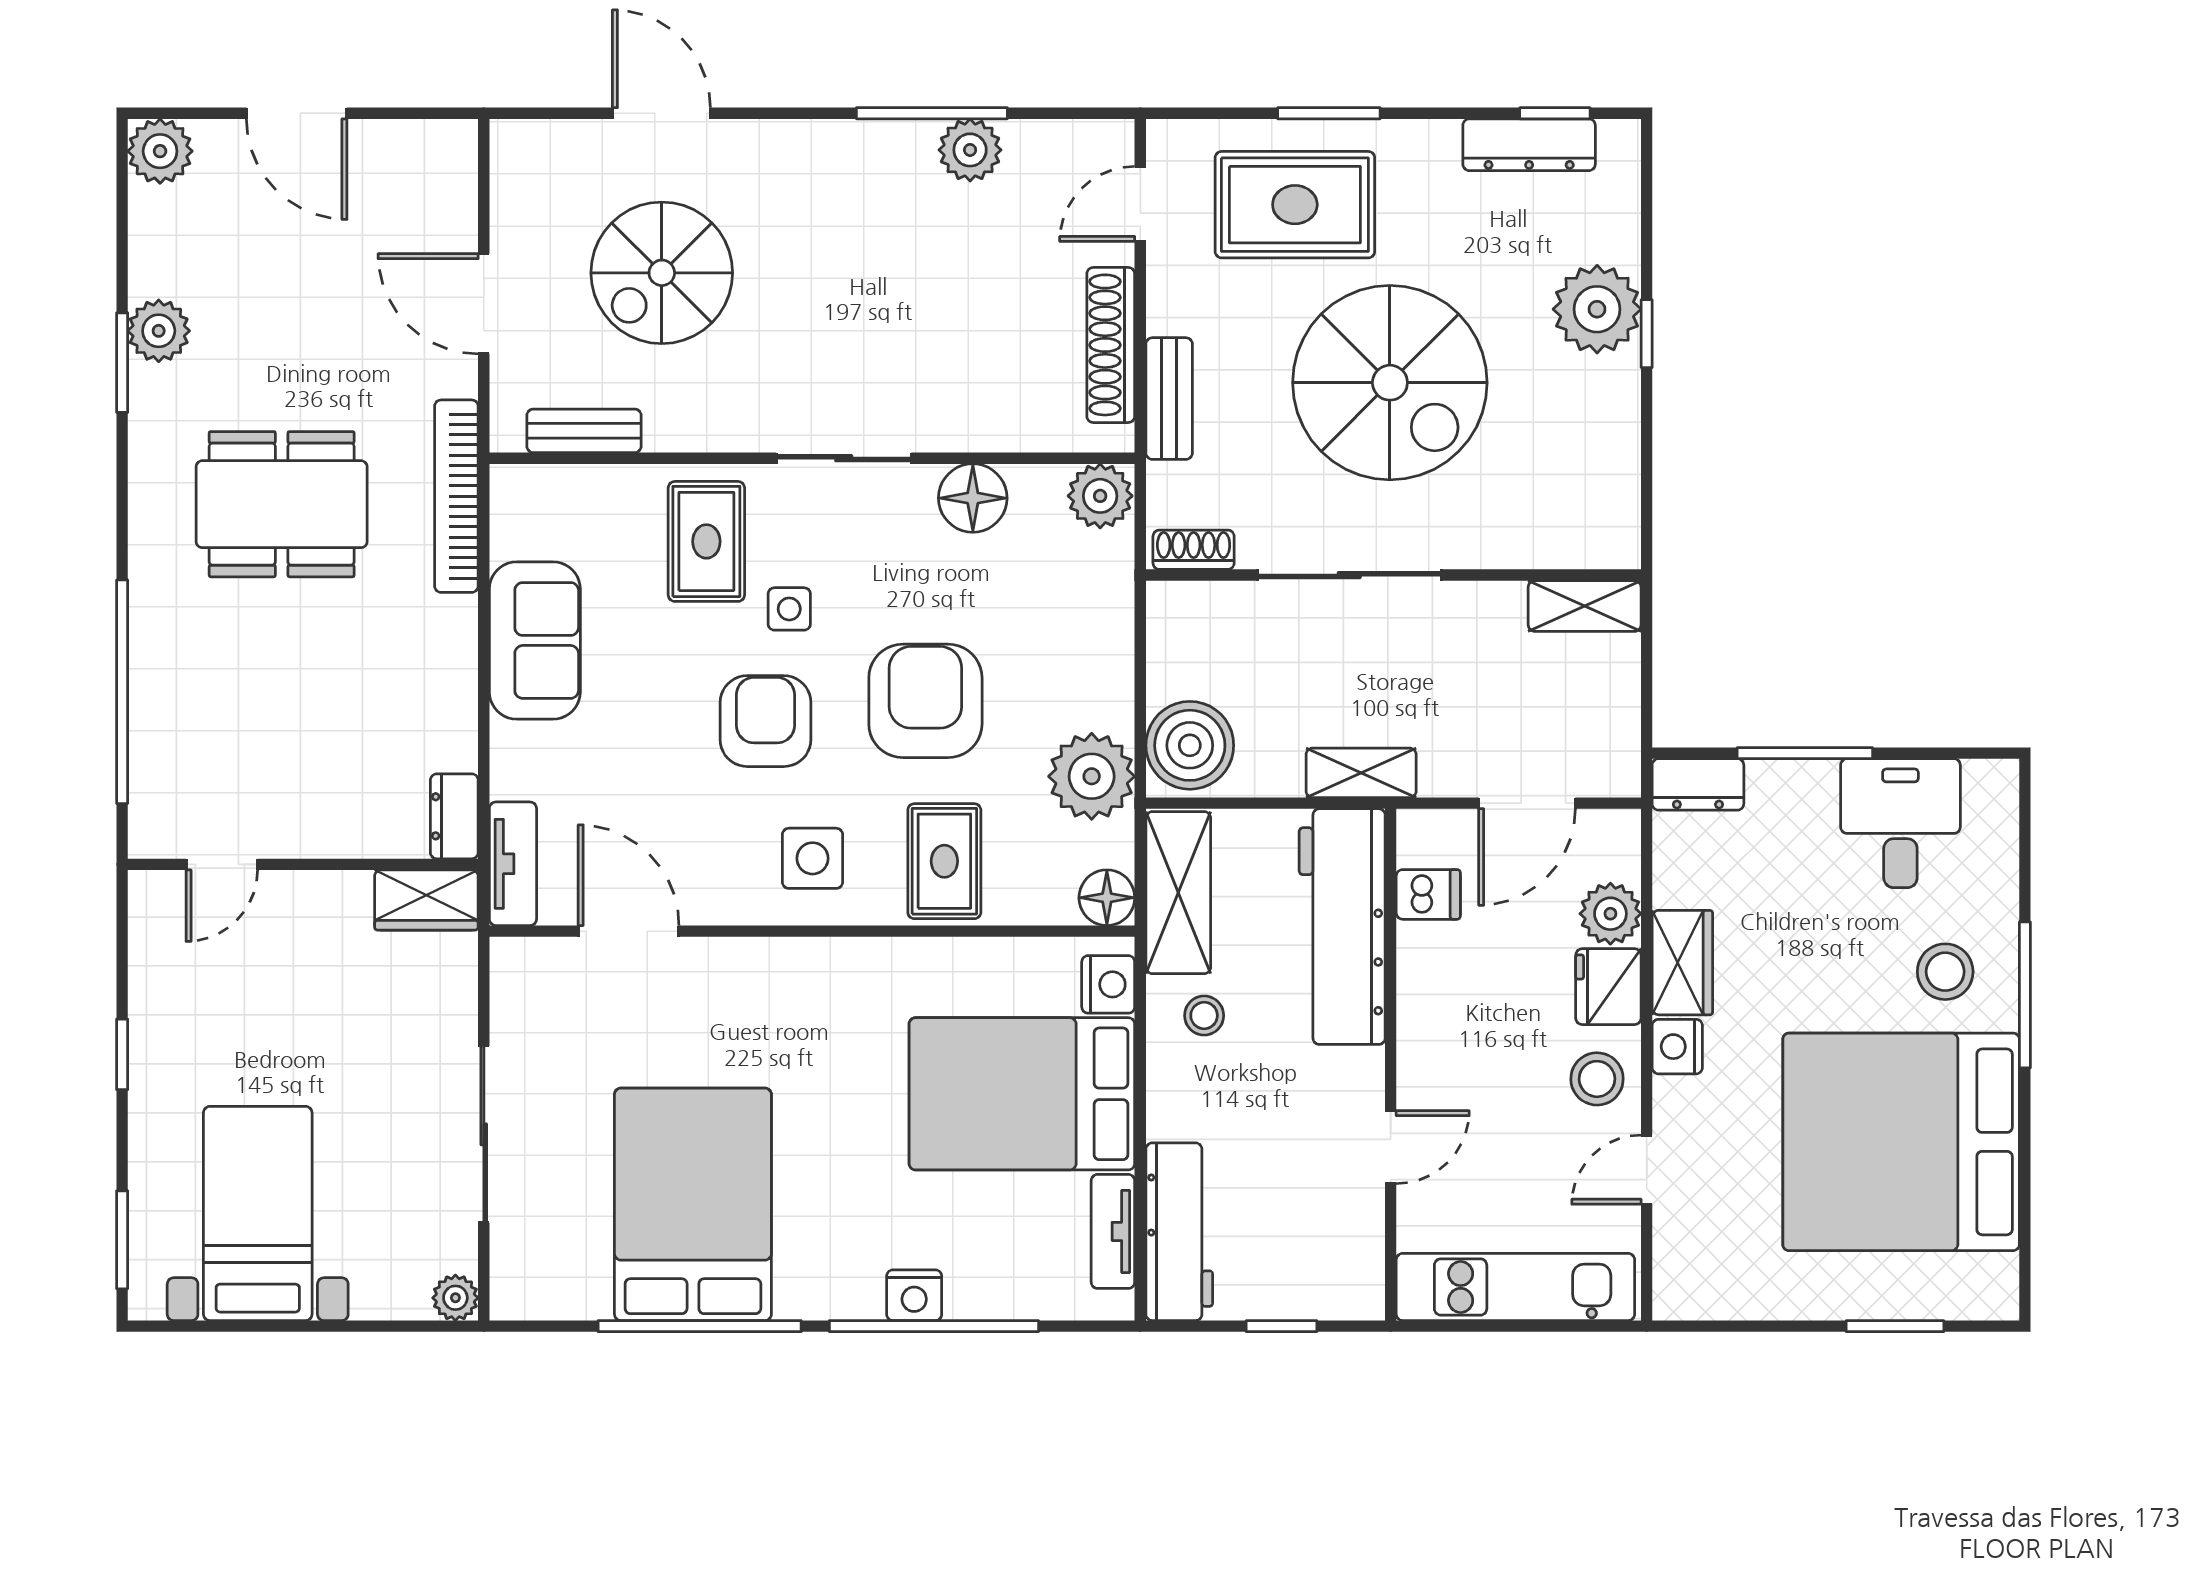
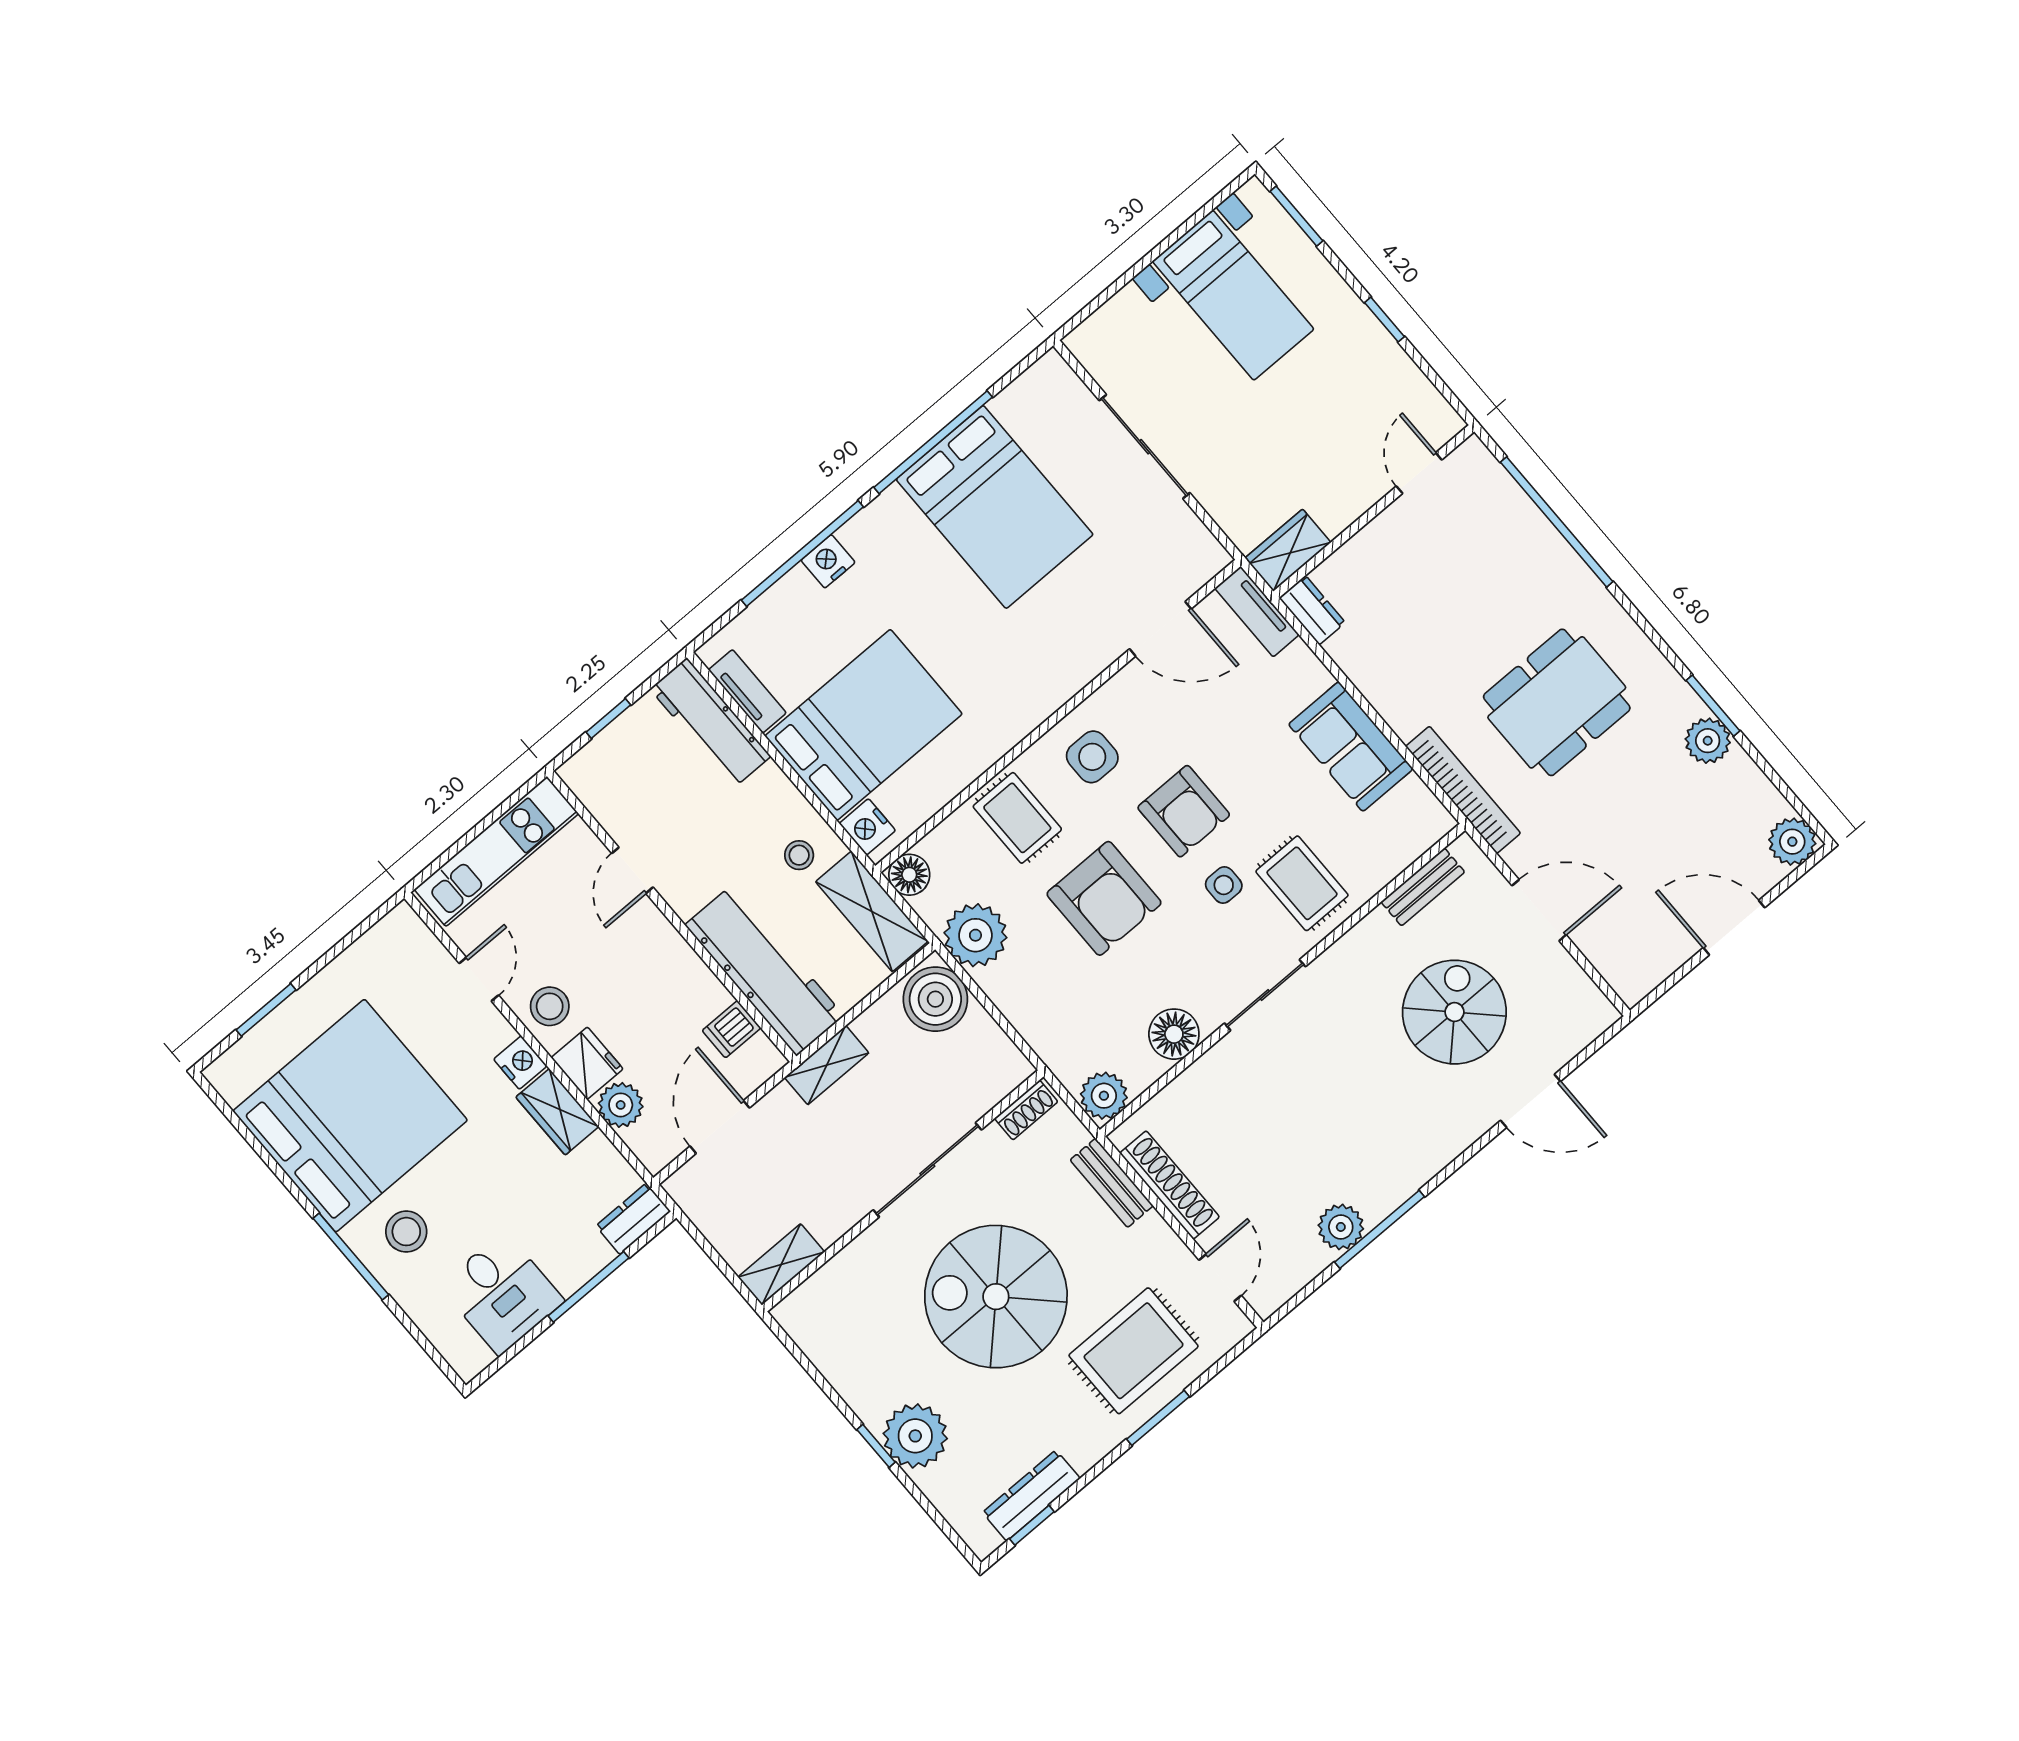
plant: (455, 1298) -> (1083, 342), removed

